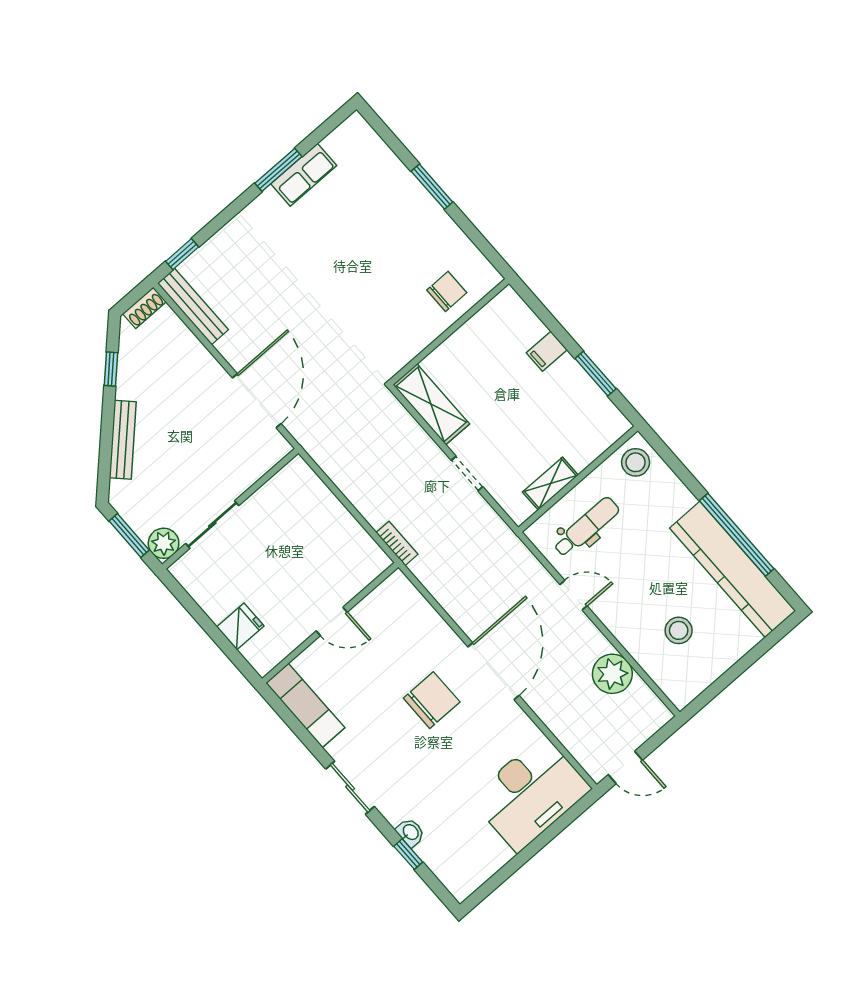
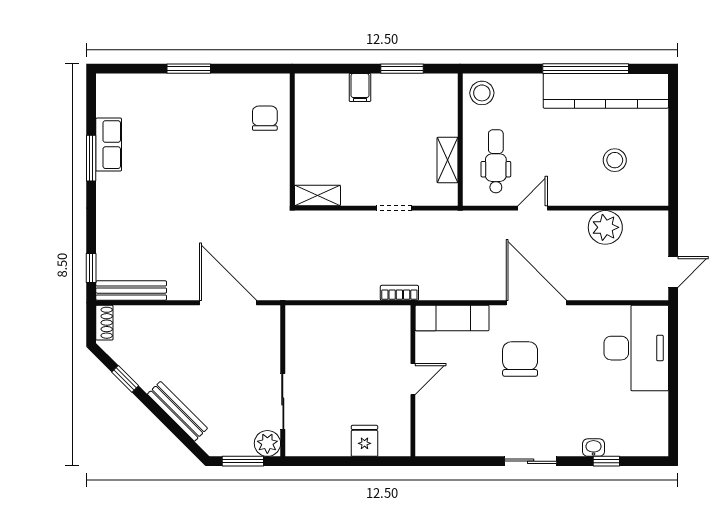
shelving: (431, 404) -> (317, 195), width x0.67, depth x0.75
exam couch: (305, 705) -> (452, 318), moved, turned 180

